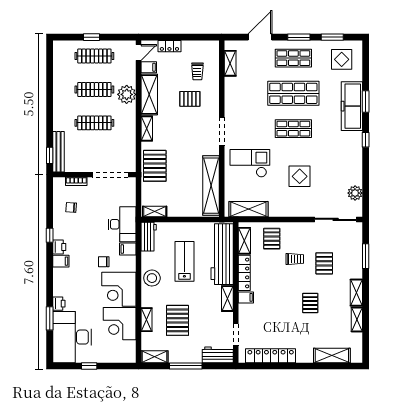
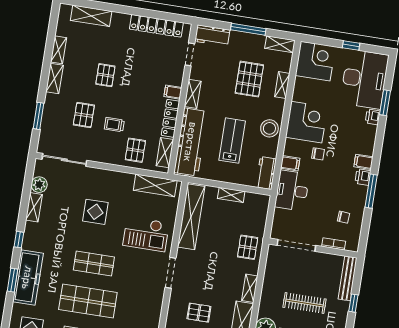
window: (50, 155) -> (353, 303), moved
pallet: (155, 166) -> (248, 247), width x0.67, depth x0.71
shelving: (357, 172) -> (34, 207), added
shelving: (155, 211) -> (231, 195), moved
window: (50, 235) -> (371, 191), width x2.17
lab bench: (184, 261) -> (232, 141), turned 180
corner desk: (120, 324) -> (315, 61), moved

